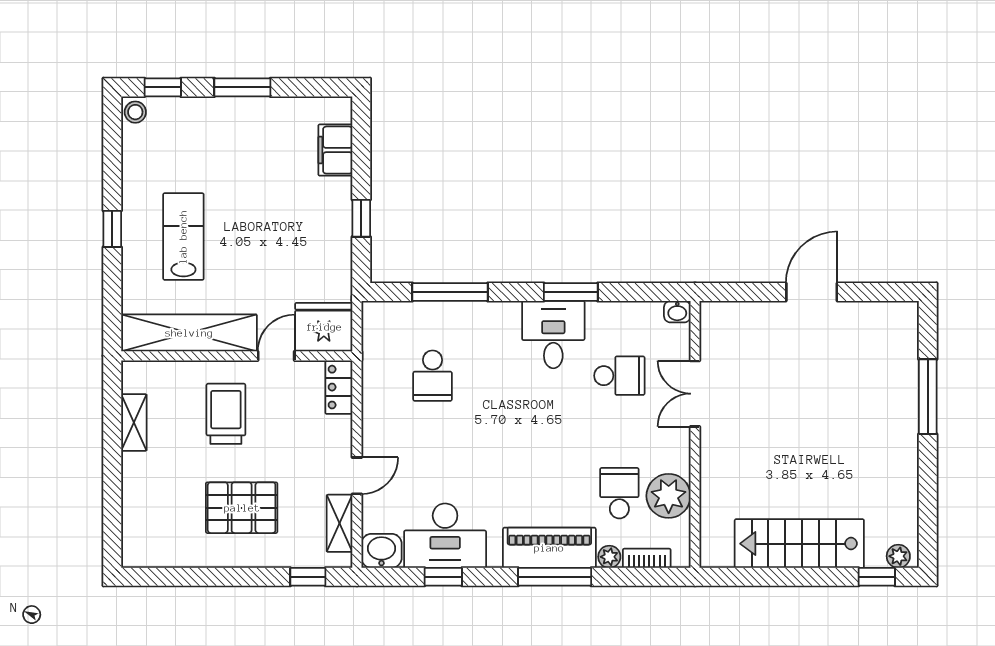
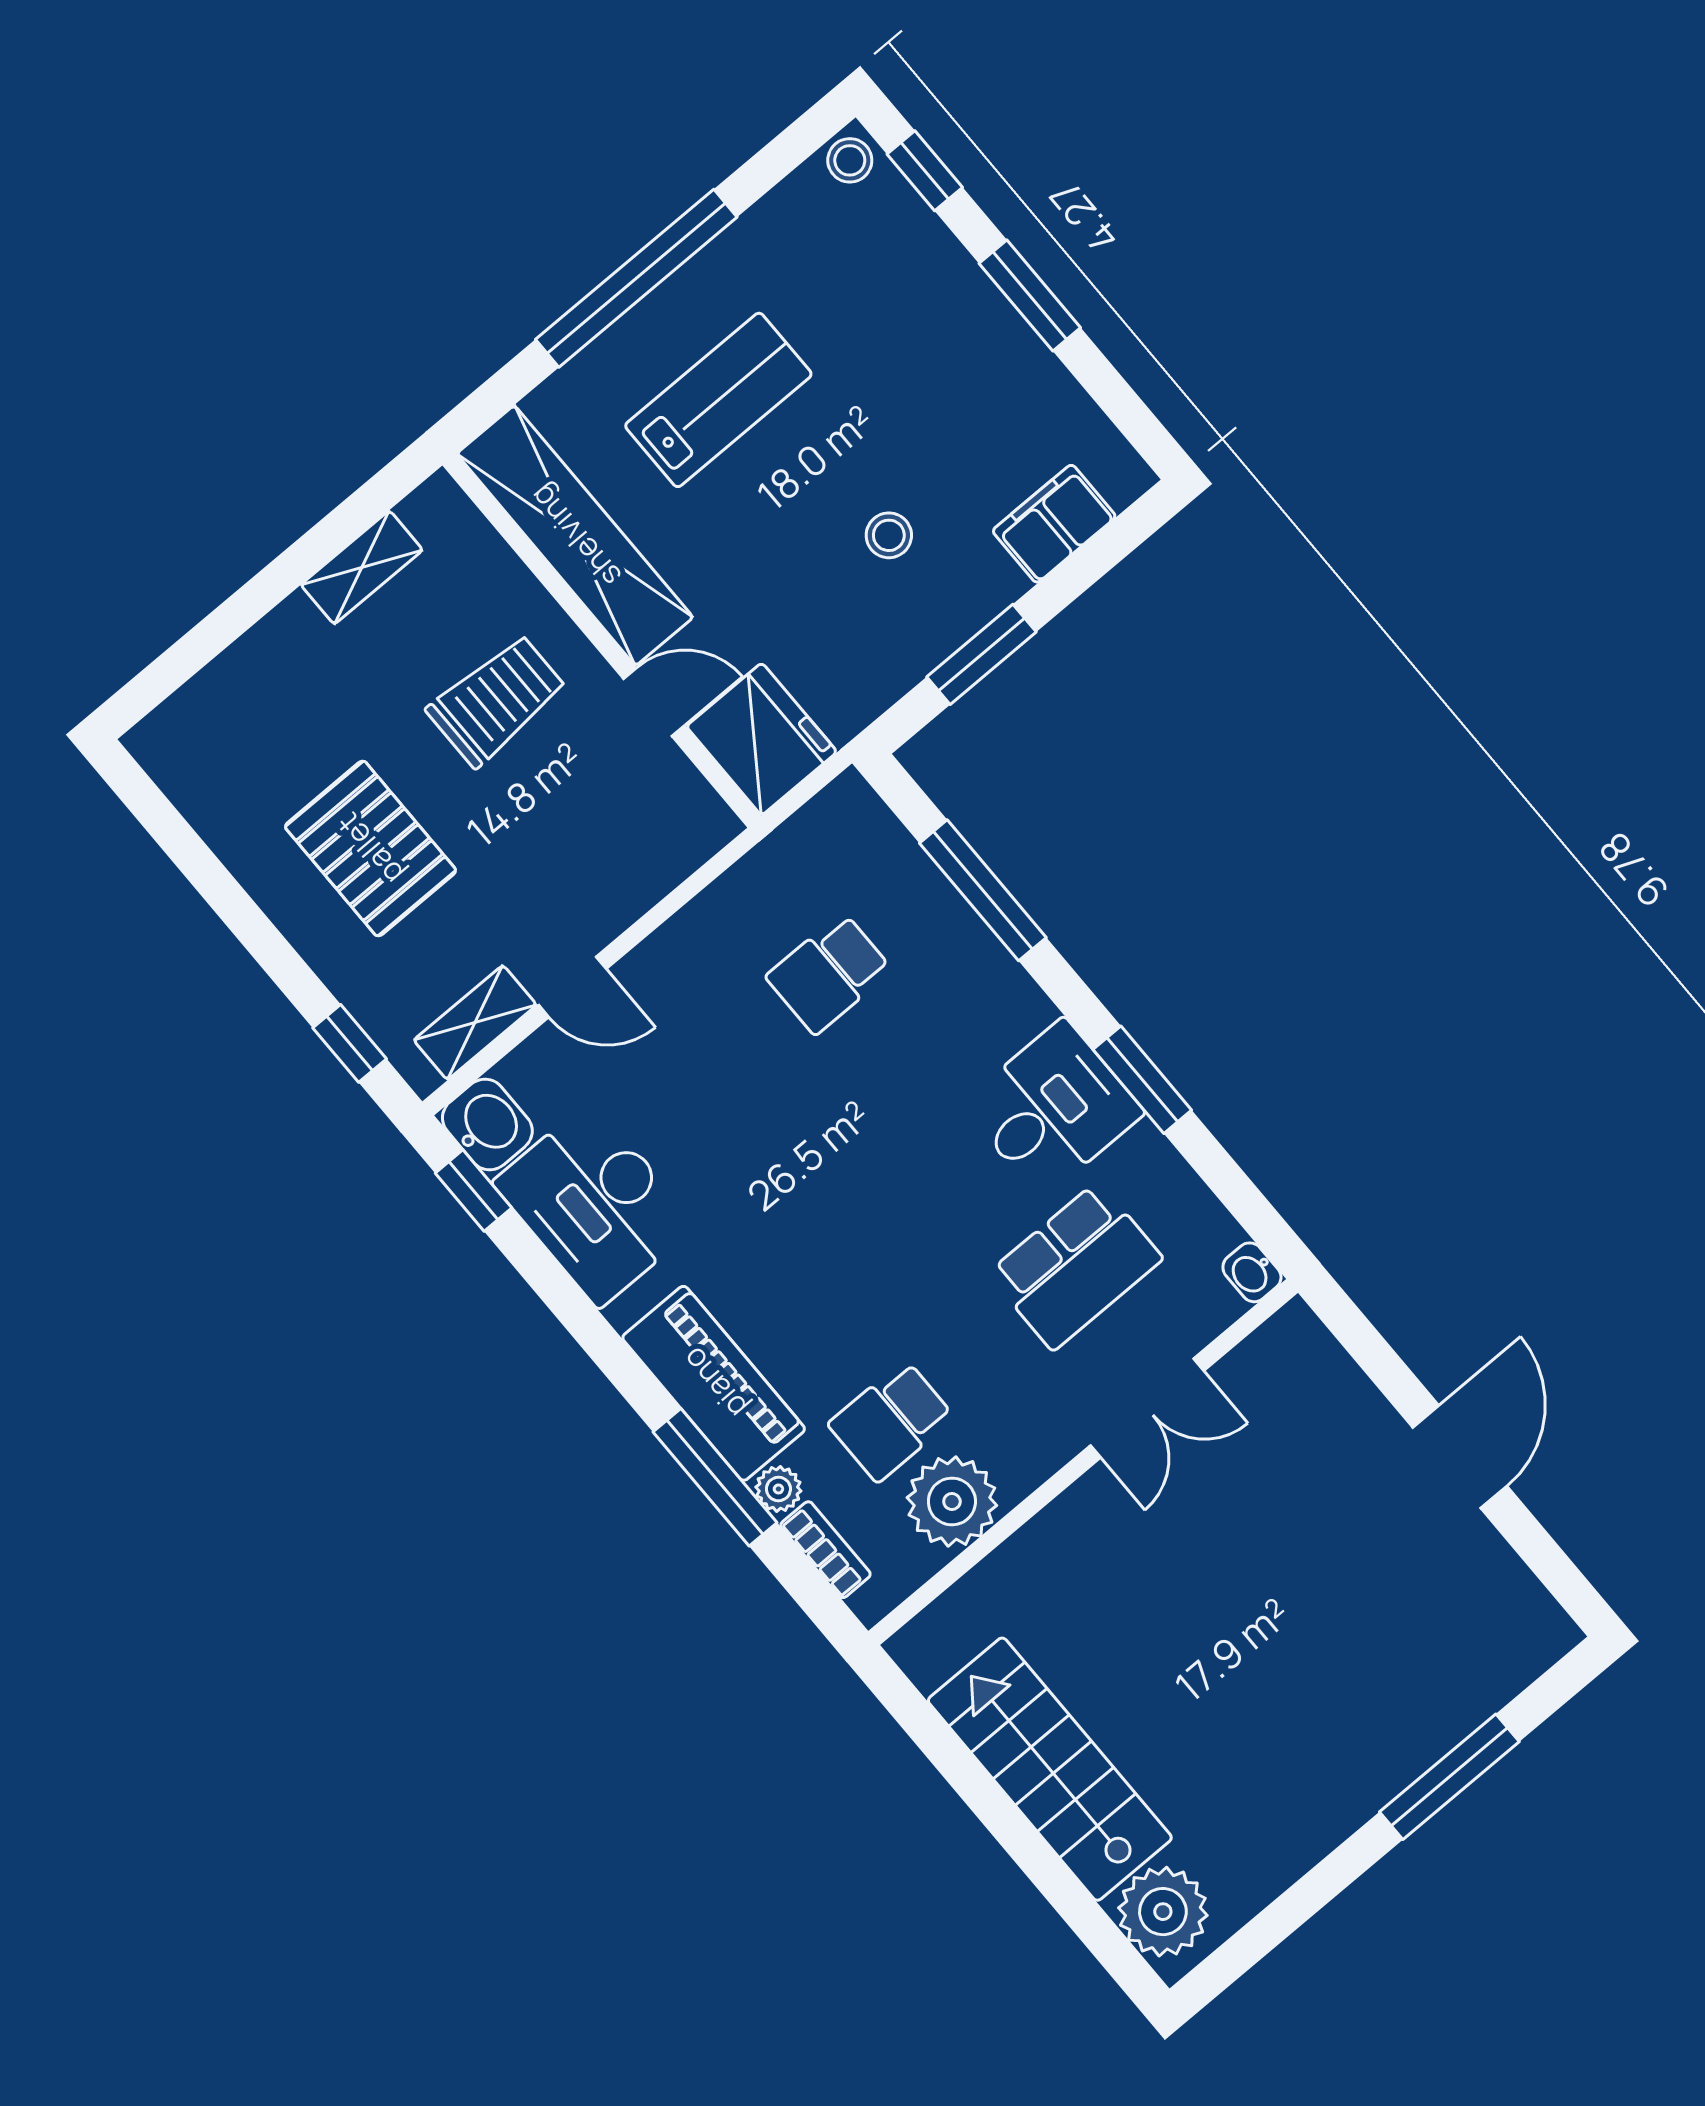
stool: (288, 215) -> (889, 535), added
window: (361, 218) -> (981, 654), width x1.50
window: (112, 229) -> (636, 278), width x3.17
door: (812, 292) -> (1460, 1457), hinge flipped
school desk: (619, 376) -> (1075, 1266), width x1.85
locker: (339, 387) -> (688, 842), removed
double door: (695, 394) -> (1147, 1408), swing flipped
school desk: (619, 493) -> (891, 1421), turned 180
plant: (898, 556) -> (1163, 1912), width x1.88, depth x1.88
window: (443, 577) -> (473, 1190), moved
window: (555, 577) -> (715, 1477), moved
window: (877, 577) -> (1100, 1934), removed

